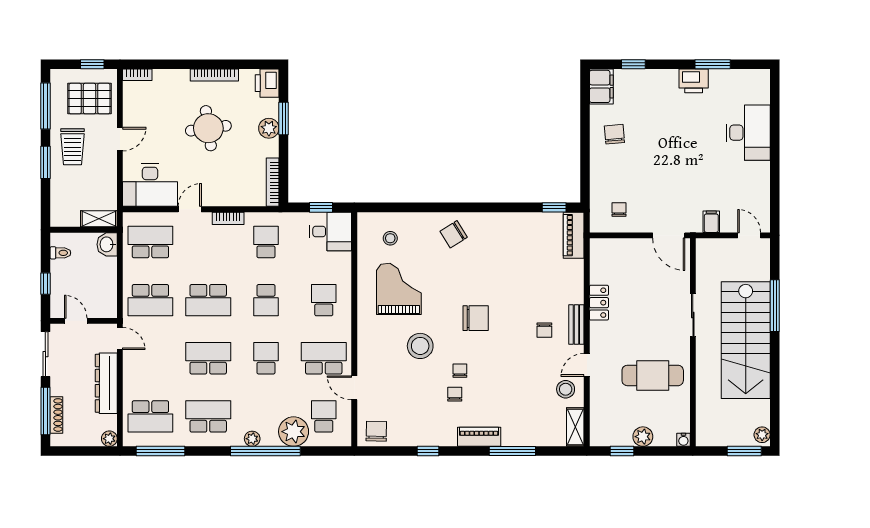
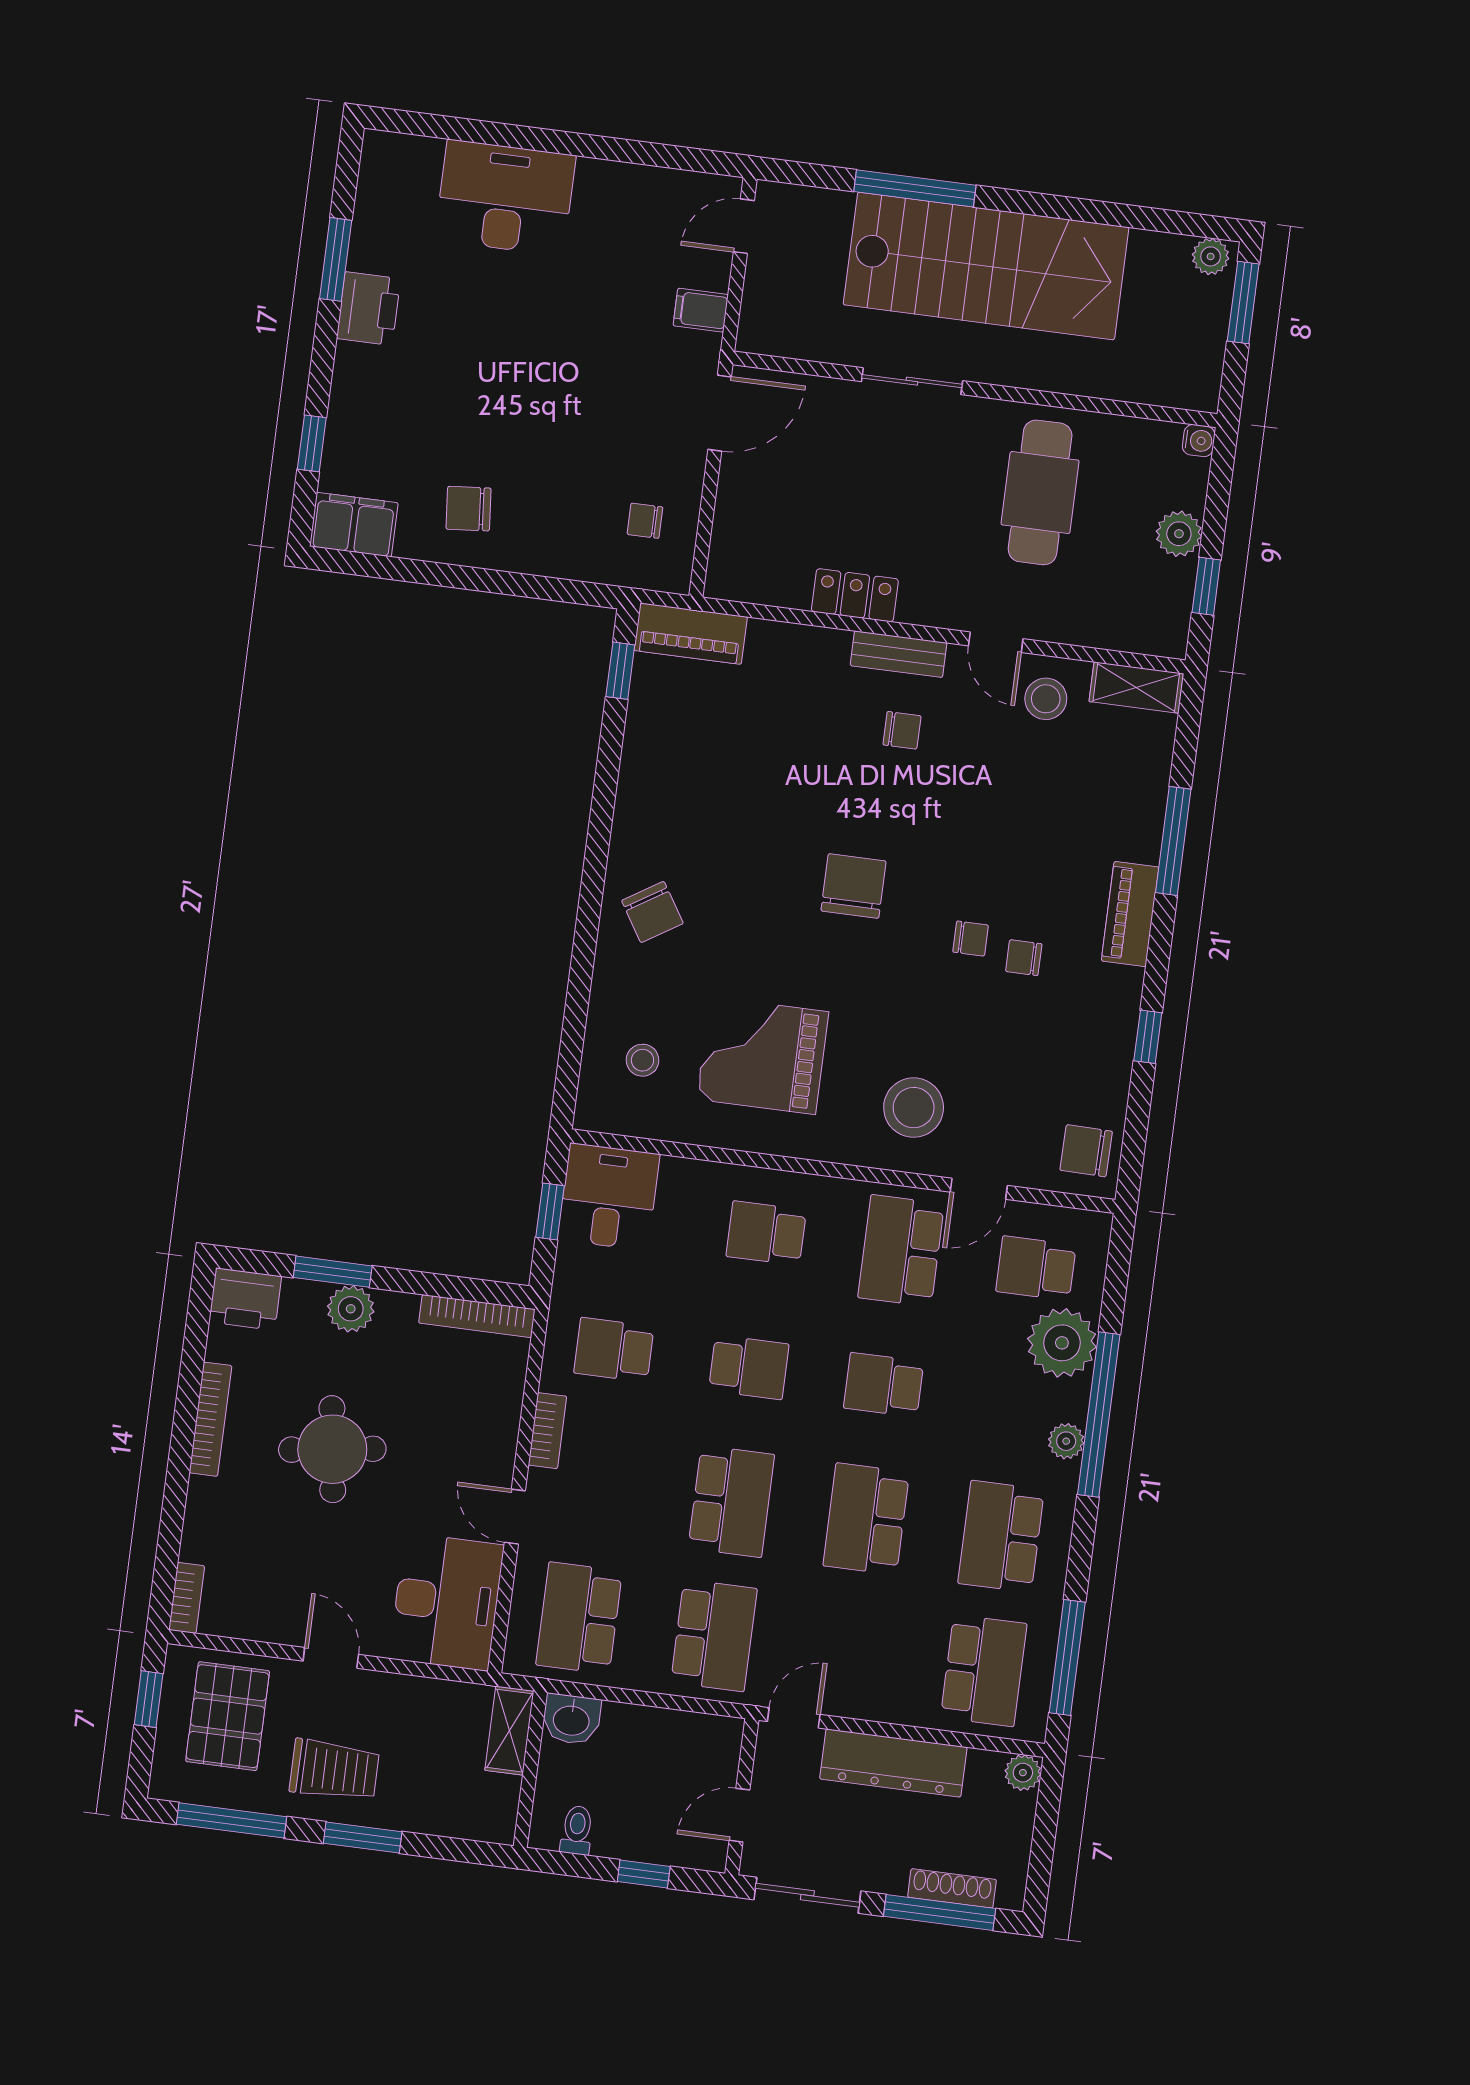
stool: (420, 346) -> (914, 1108), moved
chair: (460, 371) -> (971, 939), turned 180

